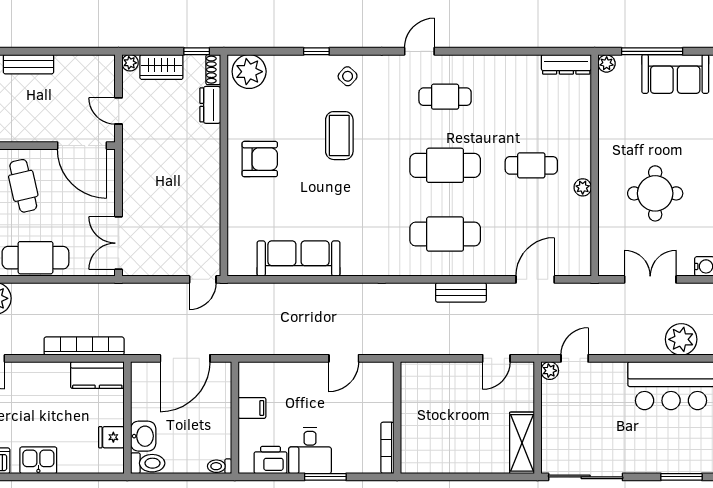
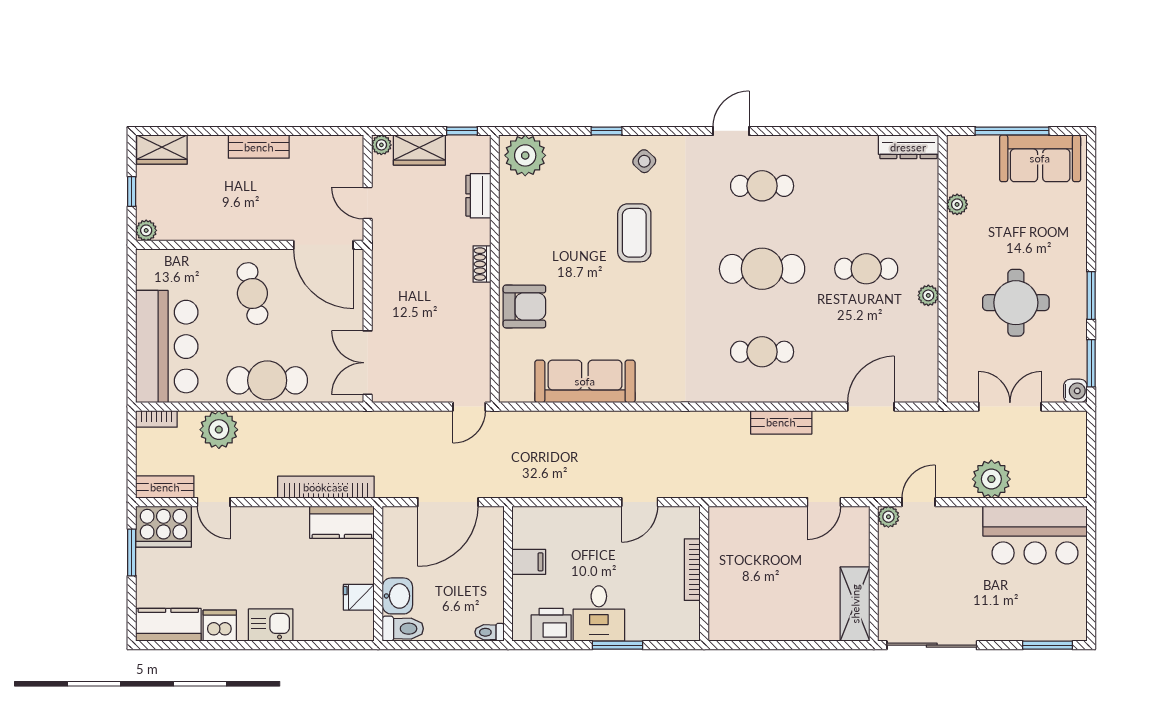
plant: (607, 64) -> (957, 204), moved
shoe rack: (213, 70) -> (482, 264), moved
armchair: (260, 159) -> (524, 306), moved
cafe table: (445, 234) -> (762, 352), width x0.73, depth x0.74
plant: (681, 339) -> (991, 479), moved
bookcase: (387, 448) -> (692, 570), moved

